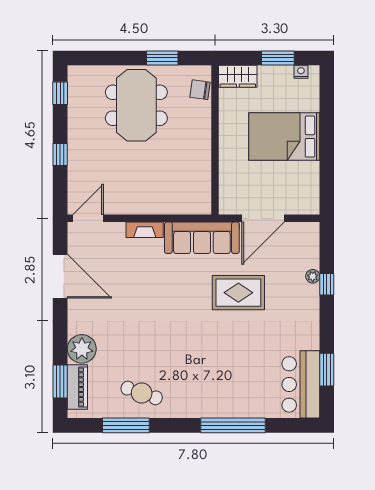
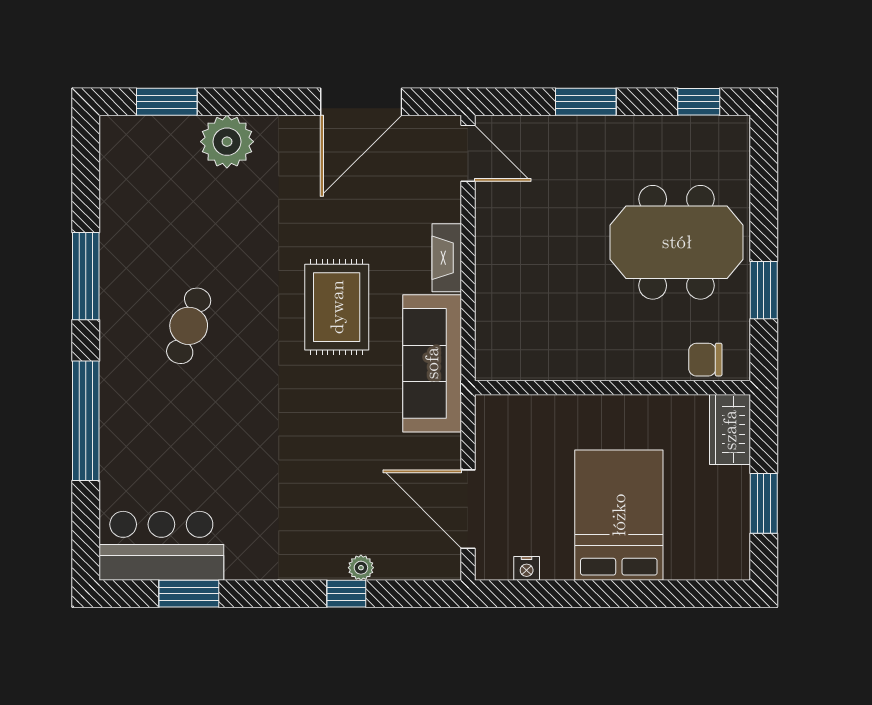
nightstand: (301, 72) -> (527, 568), moved, turned 90
chair: (200, 90) -> (705, 360), turned -98
window: (60, 154) -> (586, 102), width x1.50
door: (263, 218) -> (468, 509), moved
rug: (238, 293) -> (337, 307), moved
piano: (77, 387) -> (157, 134), removed
cafe table: (142, 393) -> (189, 326), moved
window: (126, 425) -> (86, 276), moved

